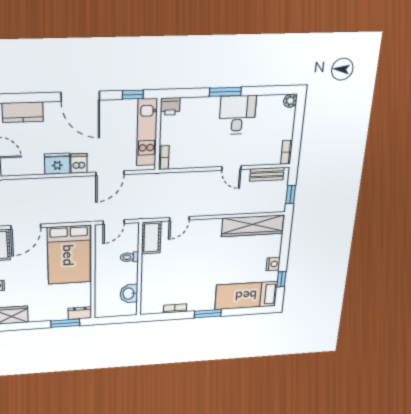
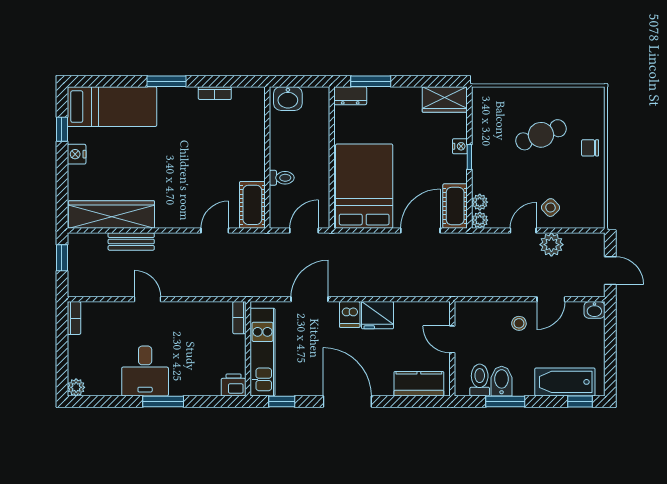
bench: (267, 174) -> (131, 241), moved
washbasin: (129, 294) -> (288, 99), moved, turned 90

